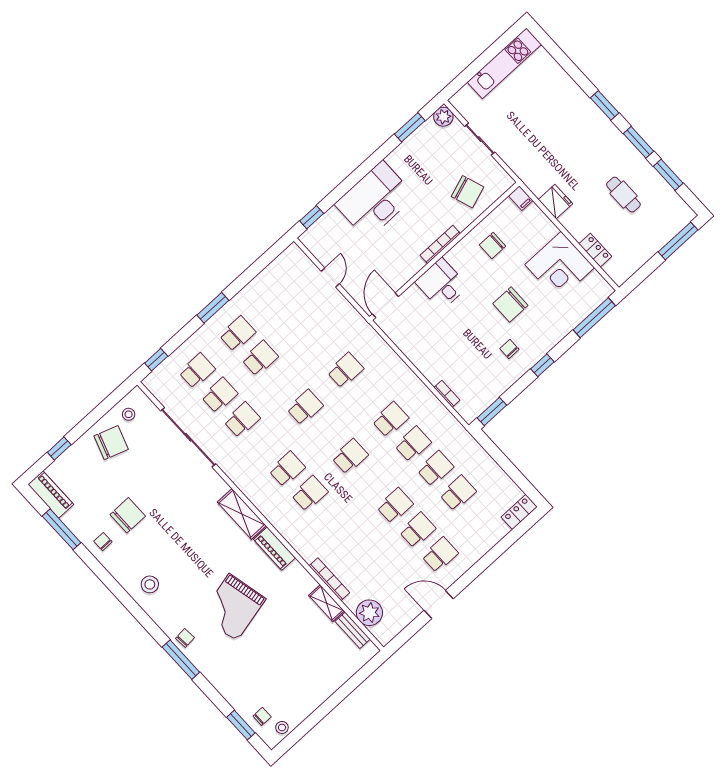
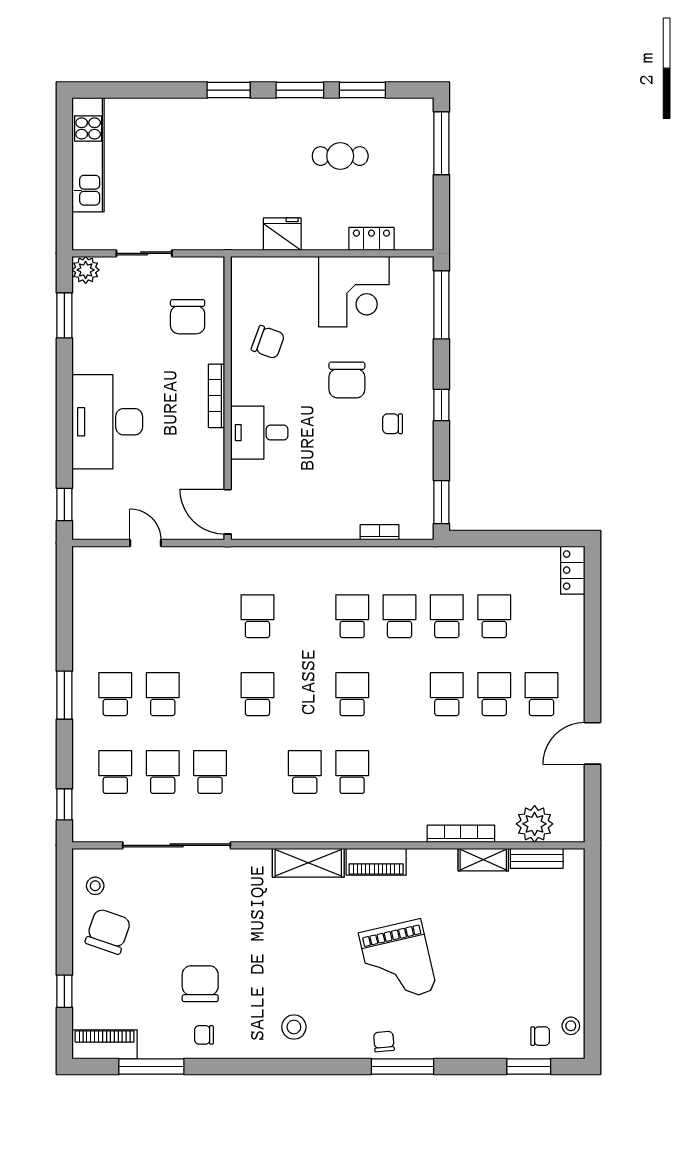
chair: (468, 192) -> (188, 317), turned 109
filing cabinet: (521, 198) -> (245, 267), removed
chair: (493, 246) -> (268, 342), turned -70
chair: (262, 716) -> (540, 1036), turned 90

